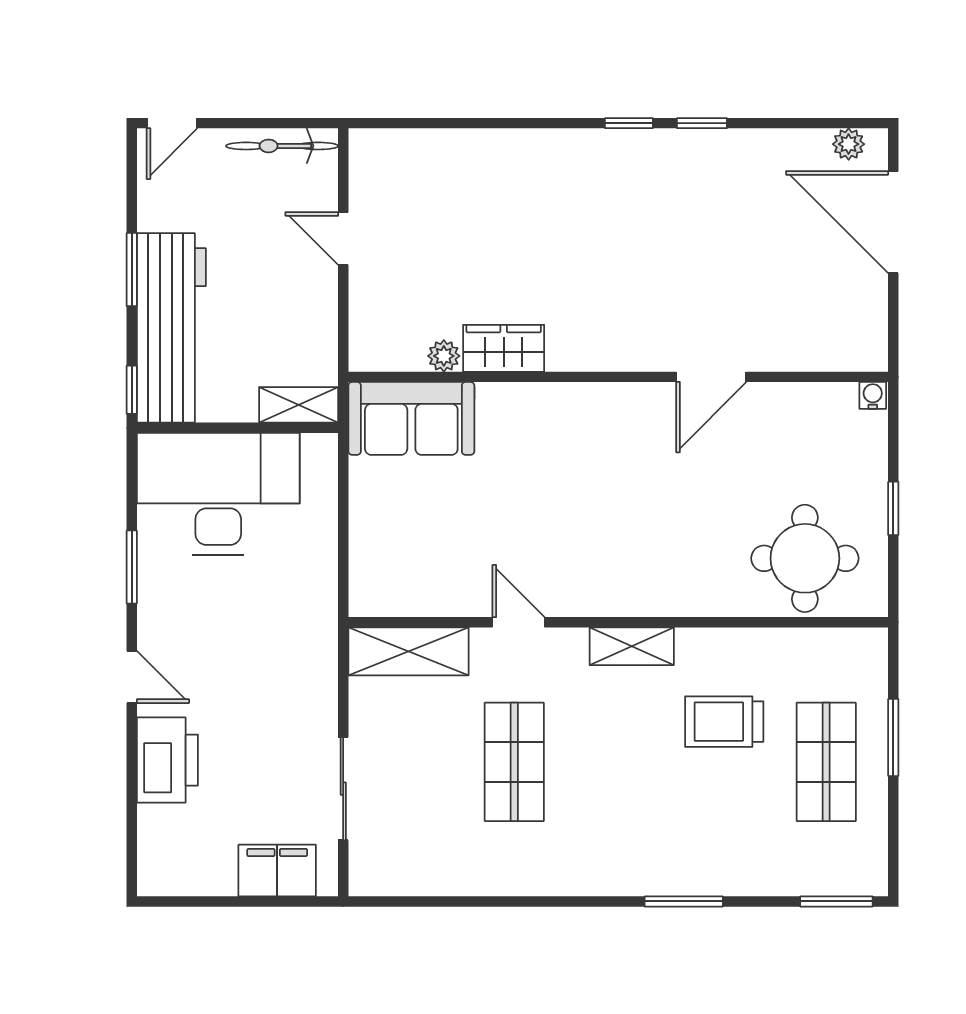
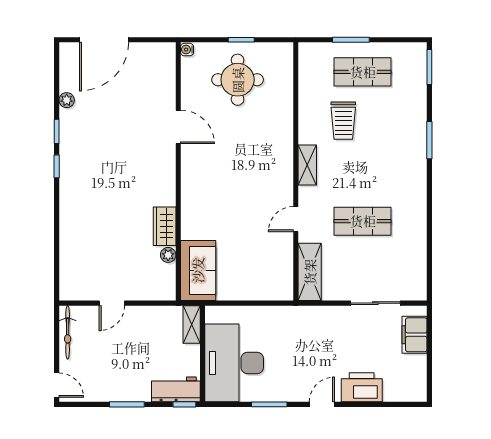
plant: (849, 144) -> (67, 100), moved
workbench: (171, 328) -> (176, 389), width x0.53, depth x0.76
round table: (805, 558) -> (238, 80), moved

